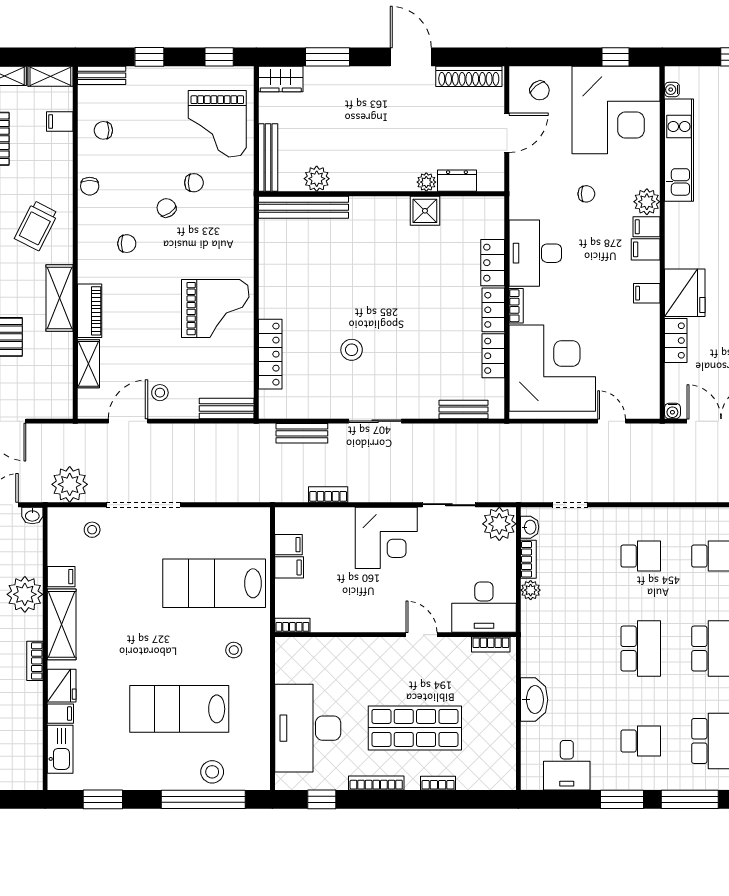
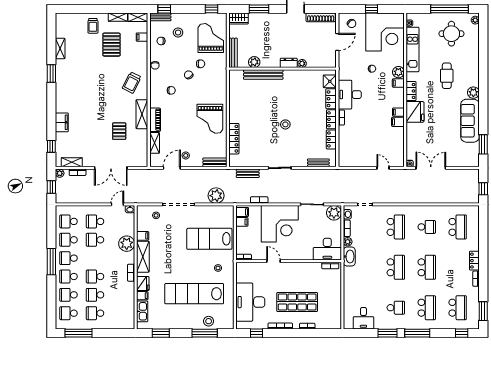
window: (149, 57) -> (164, 9), moved
window: (615, 57) -> (372, 9), moved
stool: (142, 111) -> (178, 33), added
grand piano: (217, 124) -> (211, 38), turned 180
dresser: (457, 181) -> (289, 63), moved
bench: (303, 207) -> (263, 75), moved
shower: (425, 211) -> (330, 81), moved
filing cabinet: (646, 249) -> (398, 122), moved
grand piano: (215, 309) -> (210, 119), turned 90
locker: (676, 341) -> (411, 91), moved
stool: (352, 350) -> (285, 124), moved
corner desk: (552, 368) -> (357, 145), removed
plant: (70, 484) -> (216, 196), moved
corner desk: (386, 538) -> (280, 224), width x1.36, depth x1.36
school desk: (641, 556) -> (396, 227), width x1.85
filing cabinet: (289, 567) -> (242, 212), moved
door: (422, 635) -> (274, 261), moved
washbasin: (534, 700) -> (349, 256), moved
lab bench: (179, 709) -> (194, 294), width x1.36
window: (203, 799) -> (205, 333), width x0.68

